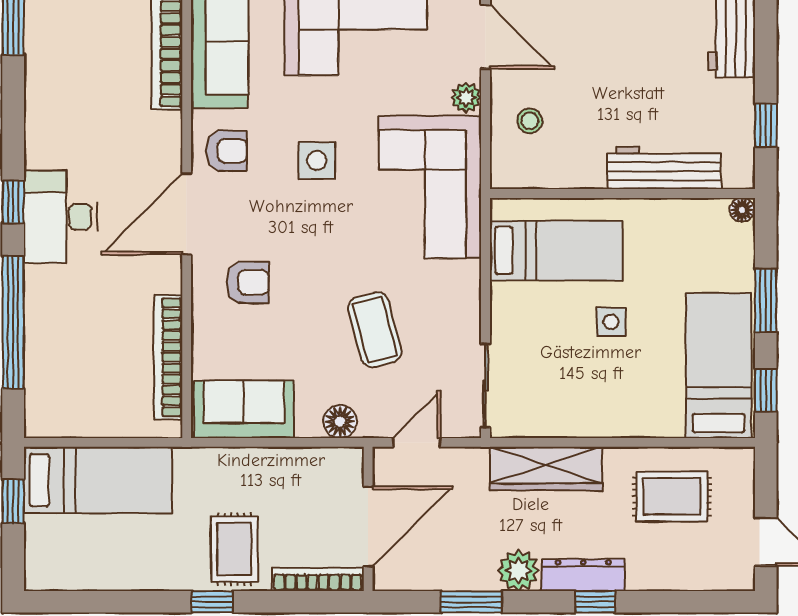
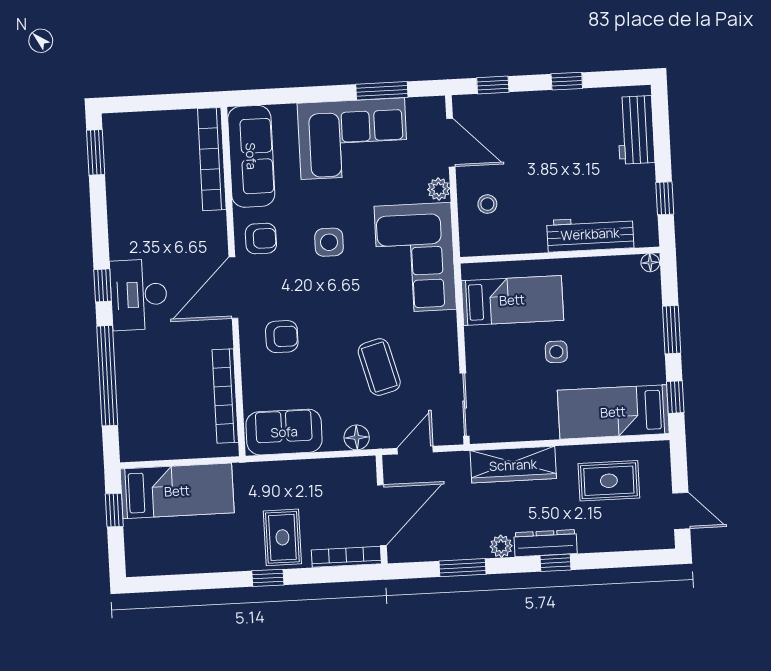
bed: (719, 366) -> (613, 412), moved, turned -90
plant: (519, 570) -> (501, 546), width x0.73, depth x0.73

